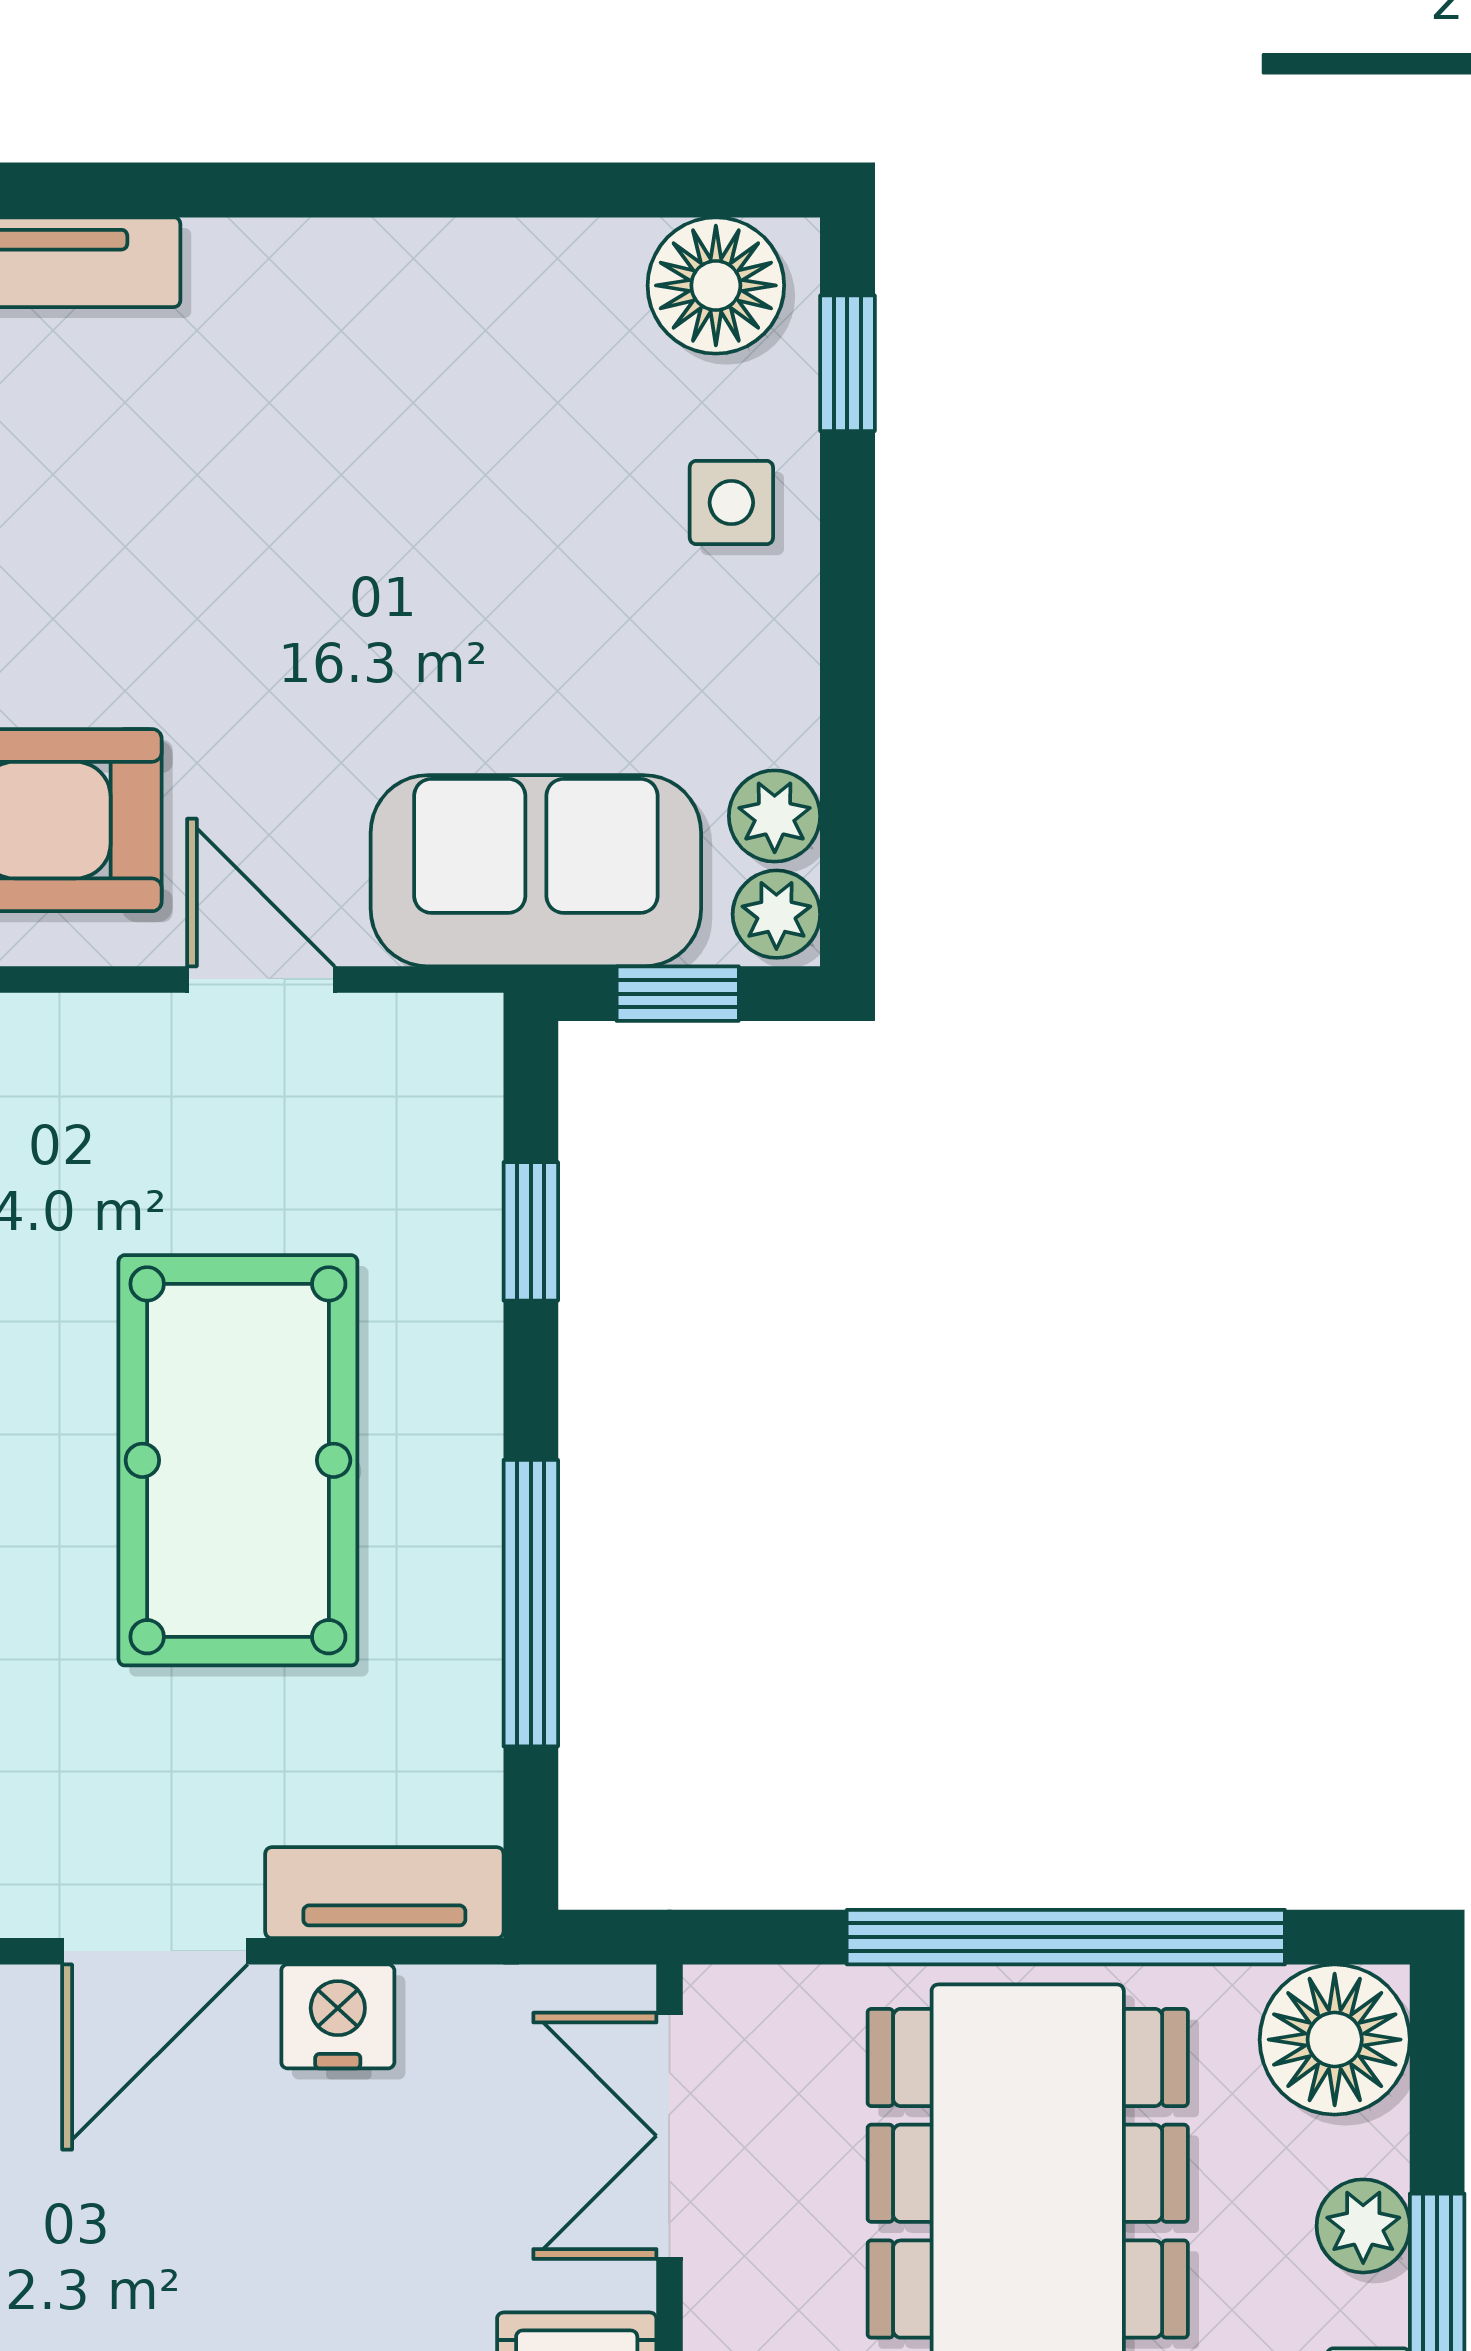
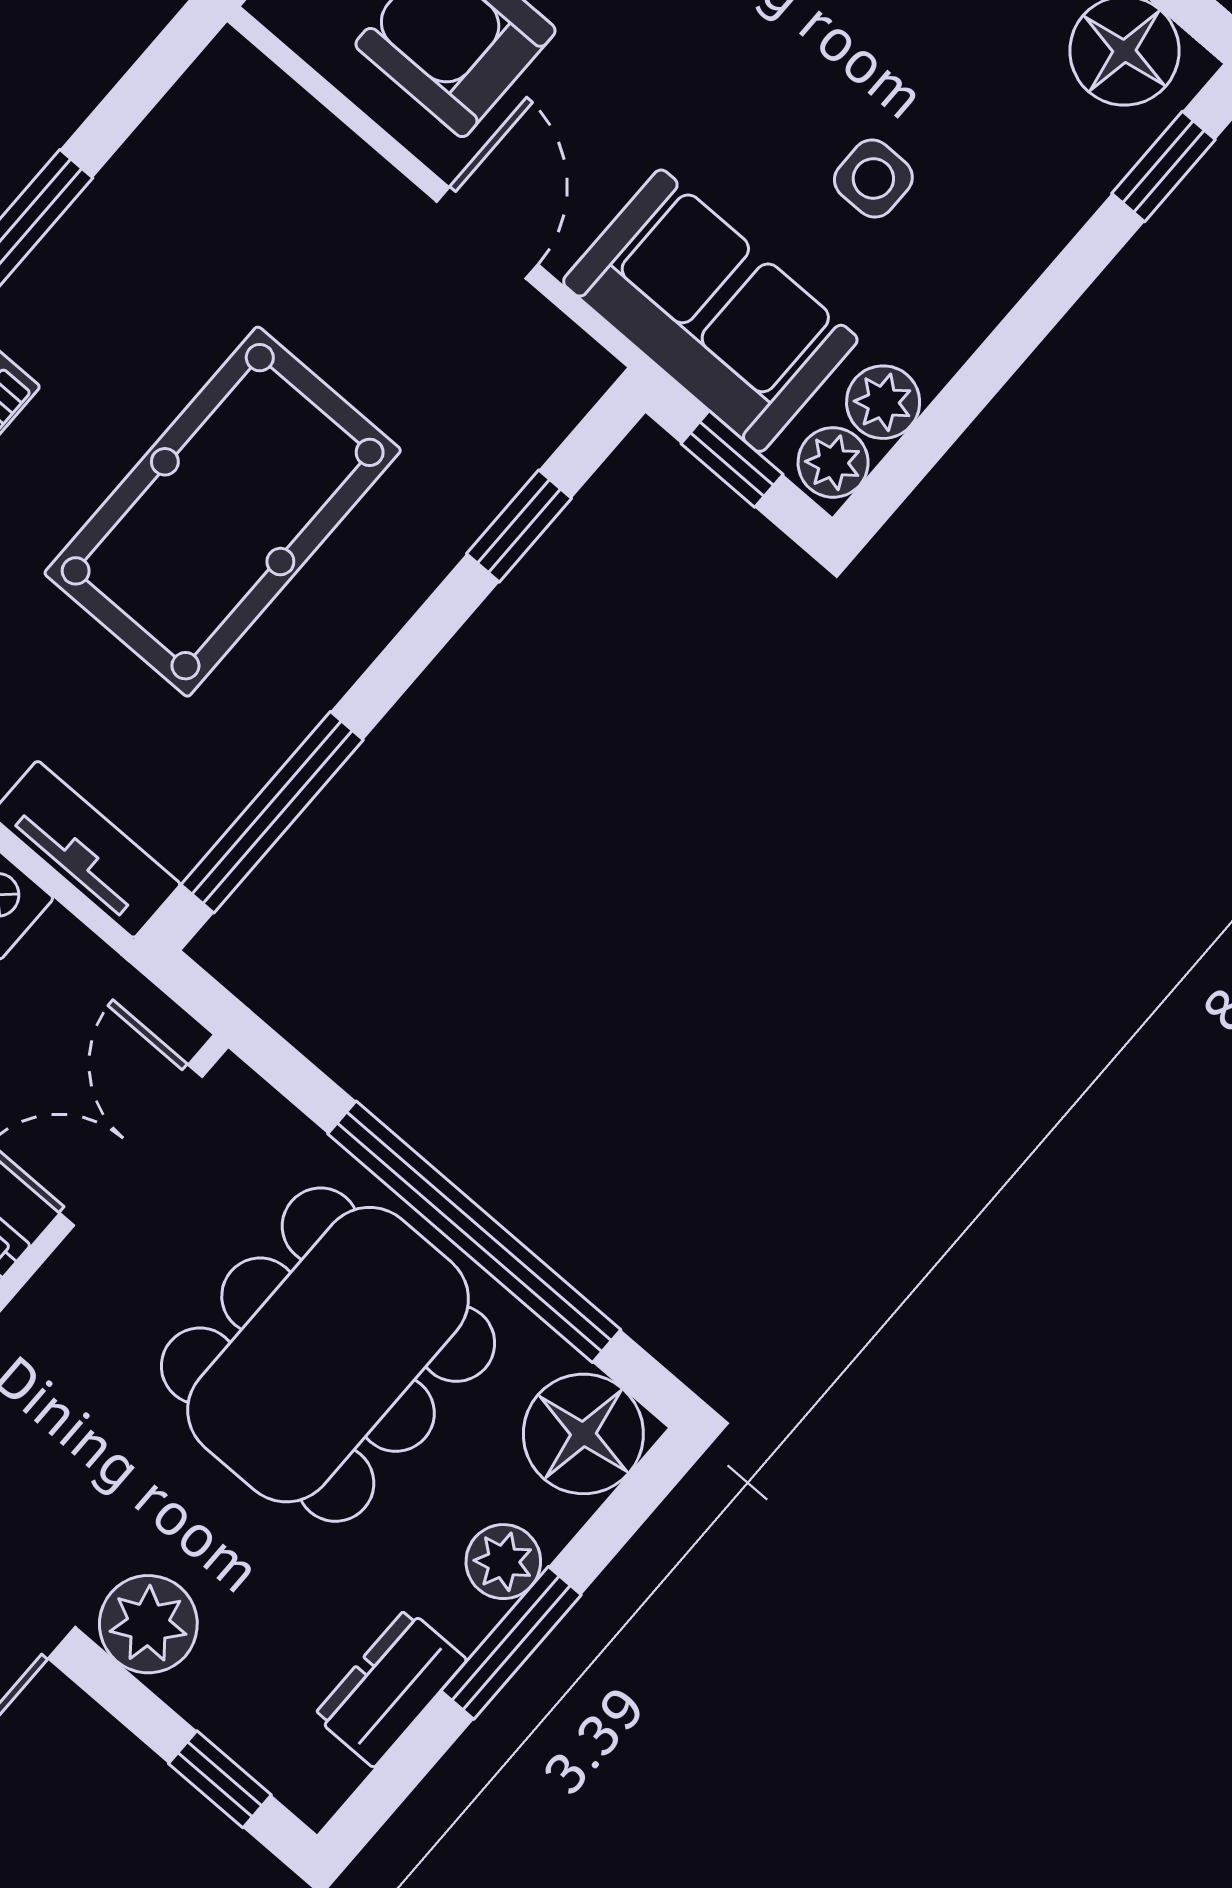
side table: (731, 503) -> (873, 179), moved
window: (531, 1603) -> (272, 812), moved

